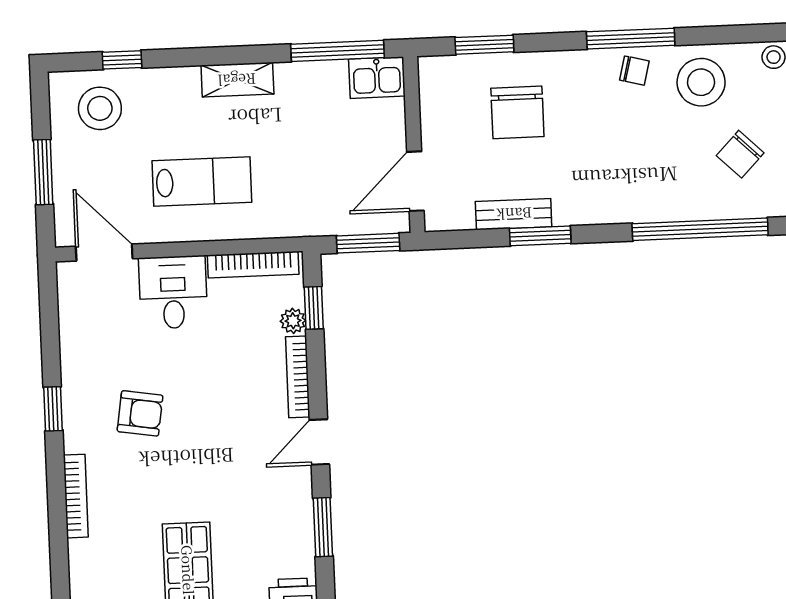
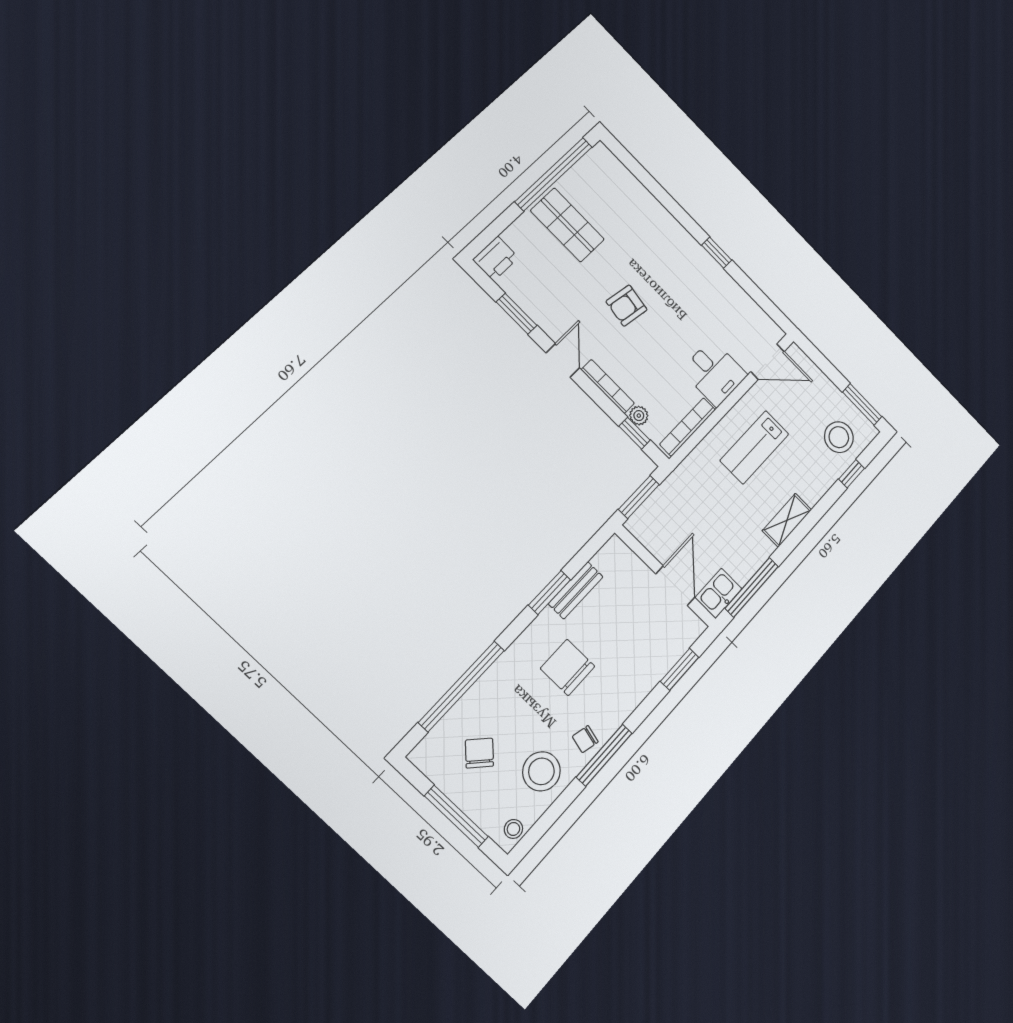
chair: (517, 112) -> (568, 667), moved
window: (43, 172) -> (862, 404), moved
door: (415, 181) -> (675, 586), moved
armchair: (140, 413) -> (627, 306), moved
bookcase: (76, 496) -> (663, 215), removed

